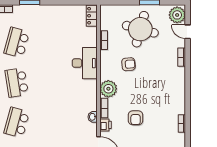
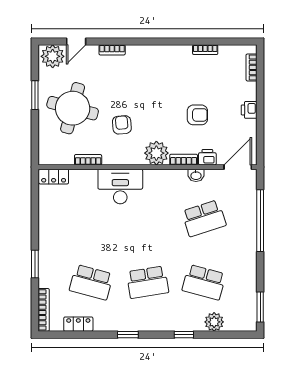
school desk: (62, 122) -> (204, 218), added

